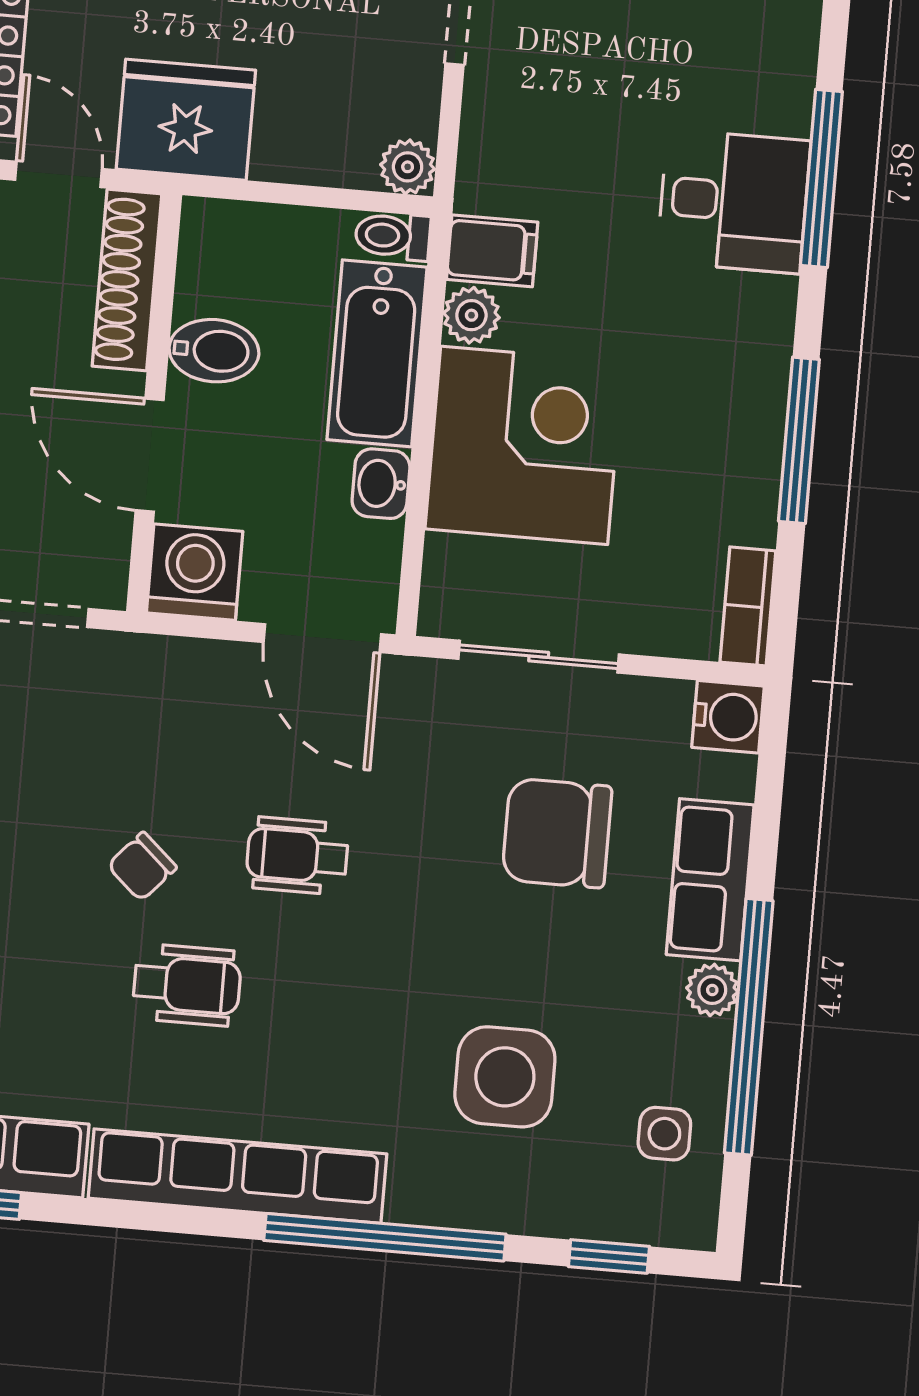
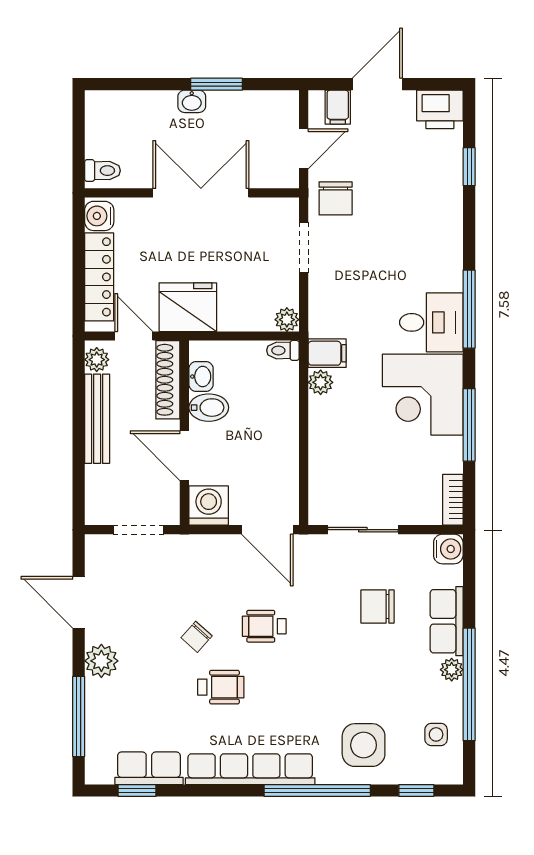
bathtub: (377, 353) -> (280, 403), removed
corner desk: (524, 445) -> (423, 395), moved, turned 180
washbasin: (381, 484) -> (201, 376), moved, turned 180
chair: (557, 833) -> (378, 606), width x0.73, depth x0.73
side table: (505, 1077) -> (364, 745), moved

